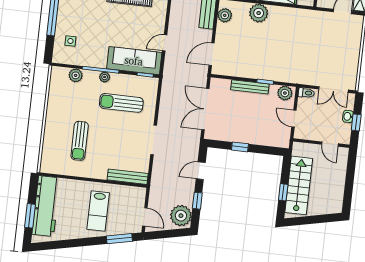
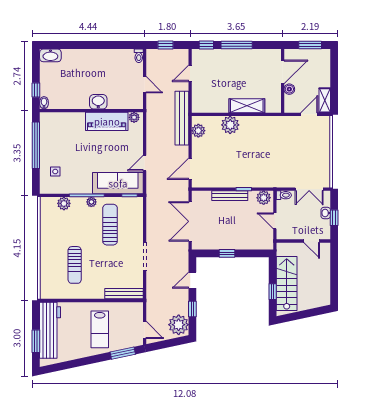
sun lounger: (121, 103) -> (110, 225), turned 90

